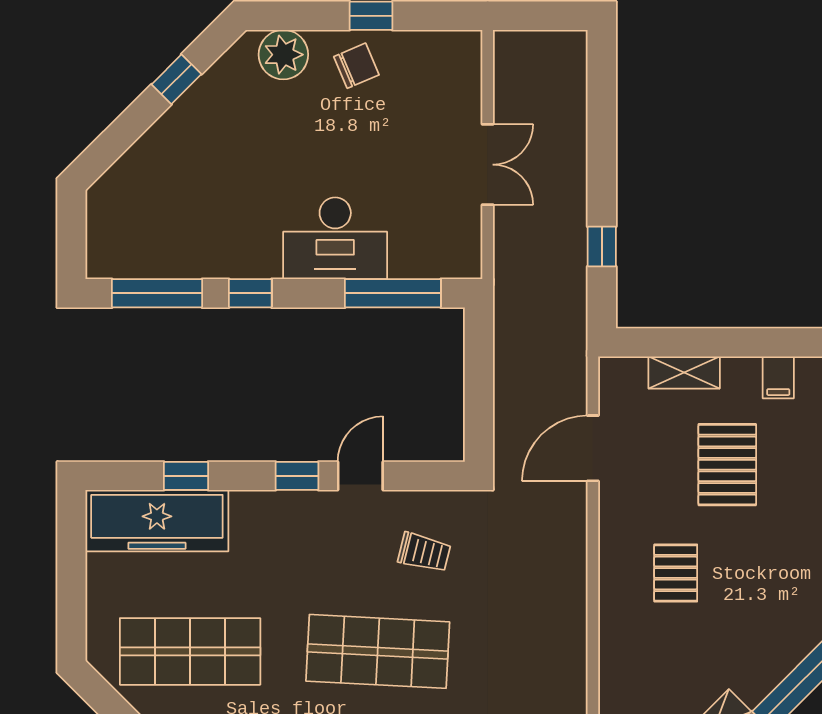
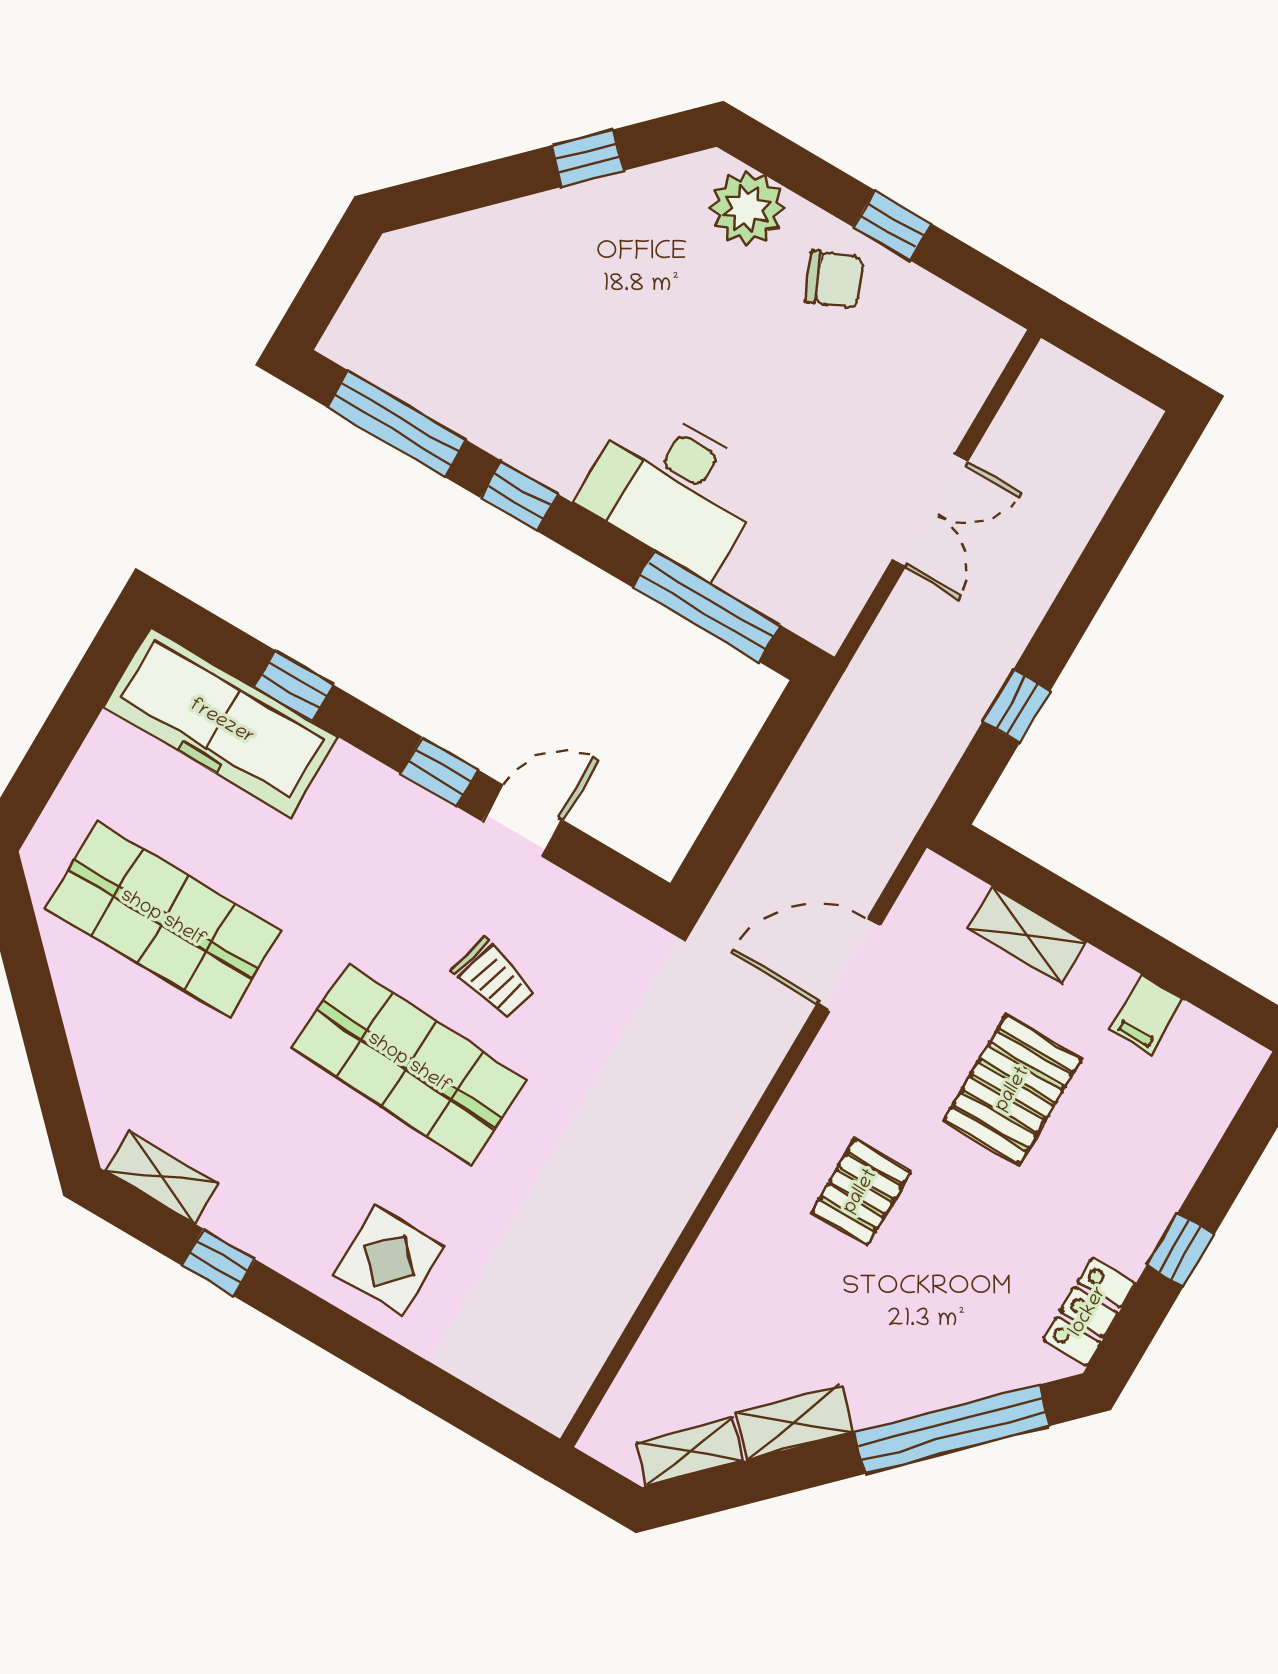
trolley: (424, 552) -> (494, 979), moved

